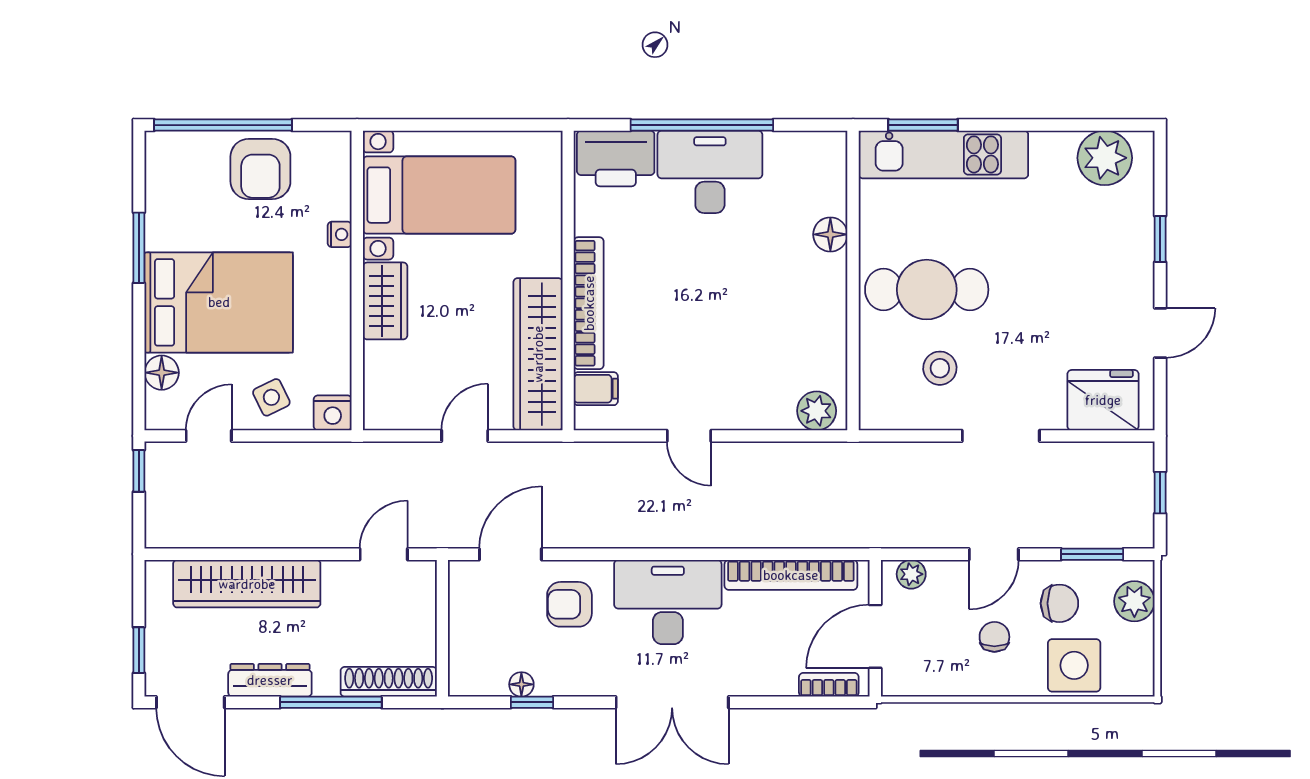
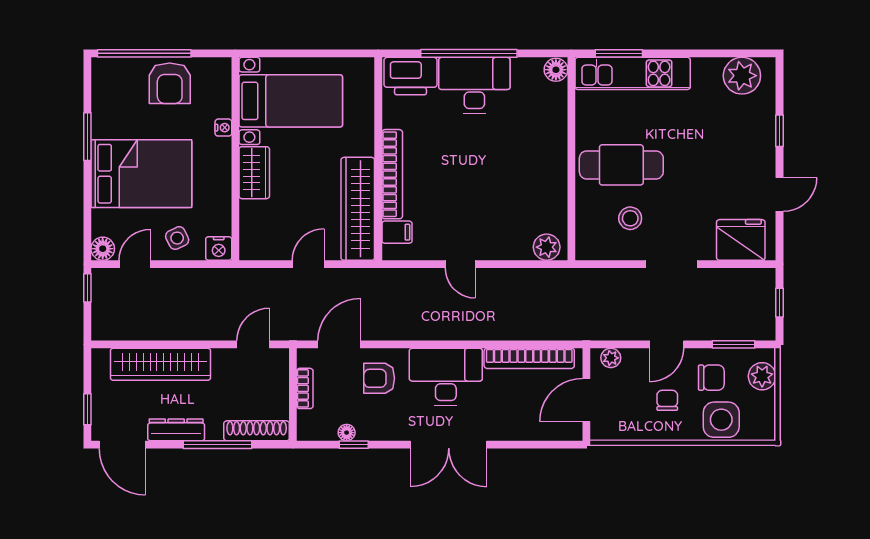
floor lamp: (830, 234) -> (556, 70), moved
floor lamp: (162, 373) -> (103, 249), moved
bookcase: (829, 685) -> (305, 388), moved, turned 90

